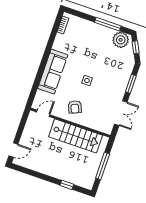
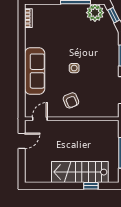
stairs: (76, 136) -> (80, 172), moved, turned 180
door: (13, 150) -> (22, 141), moved

